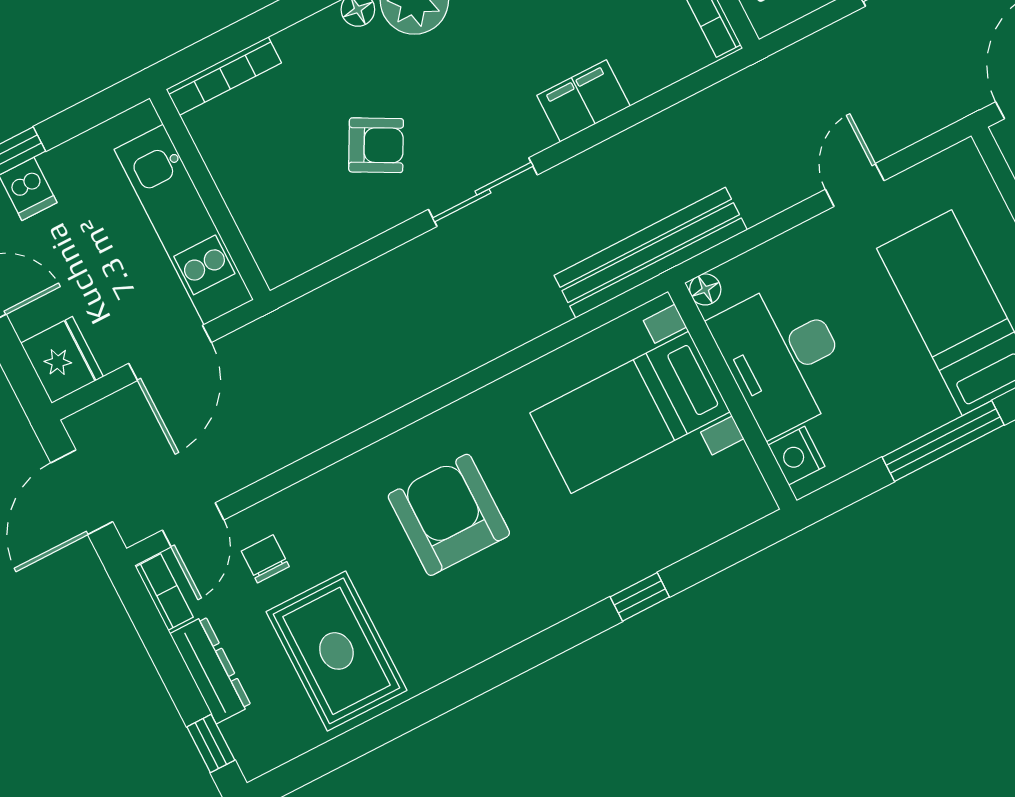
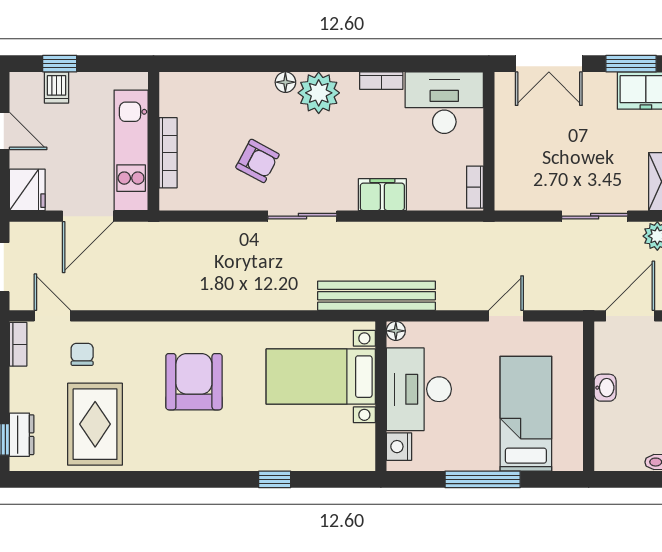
bookcase: (224, 76) -> (168, 153), moved, turned -90
door: (193, 525) -> (52, 316), swing flipped
dresser: (211, 670) -> (22, 435), moved, width x0.70

